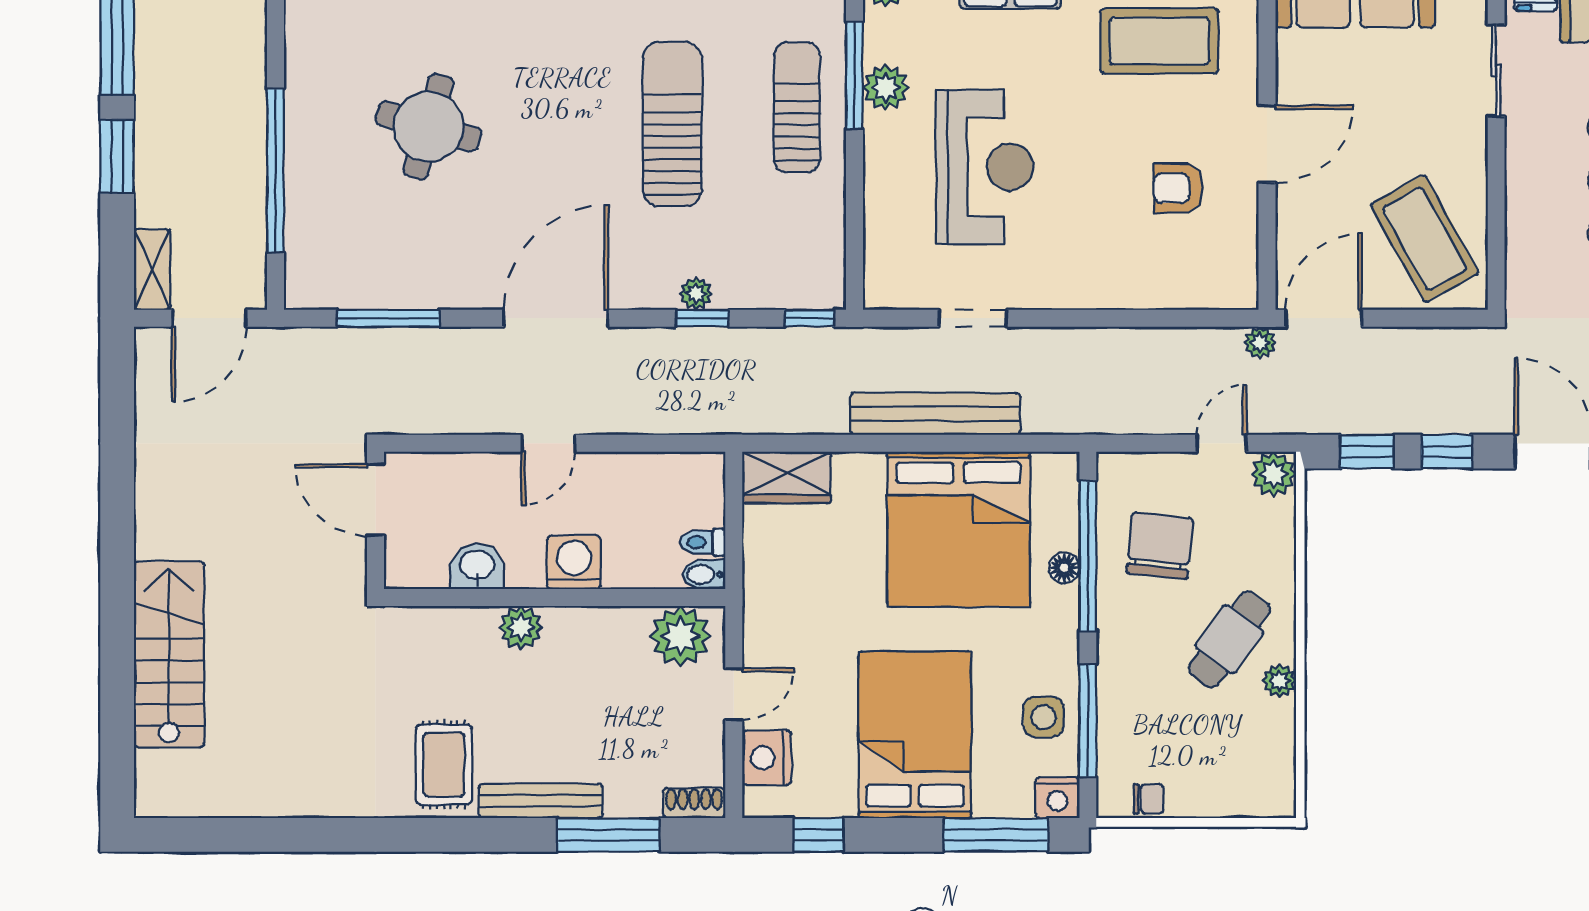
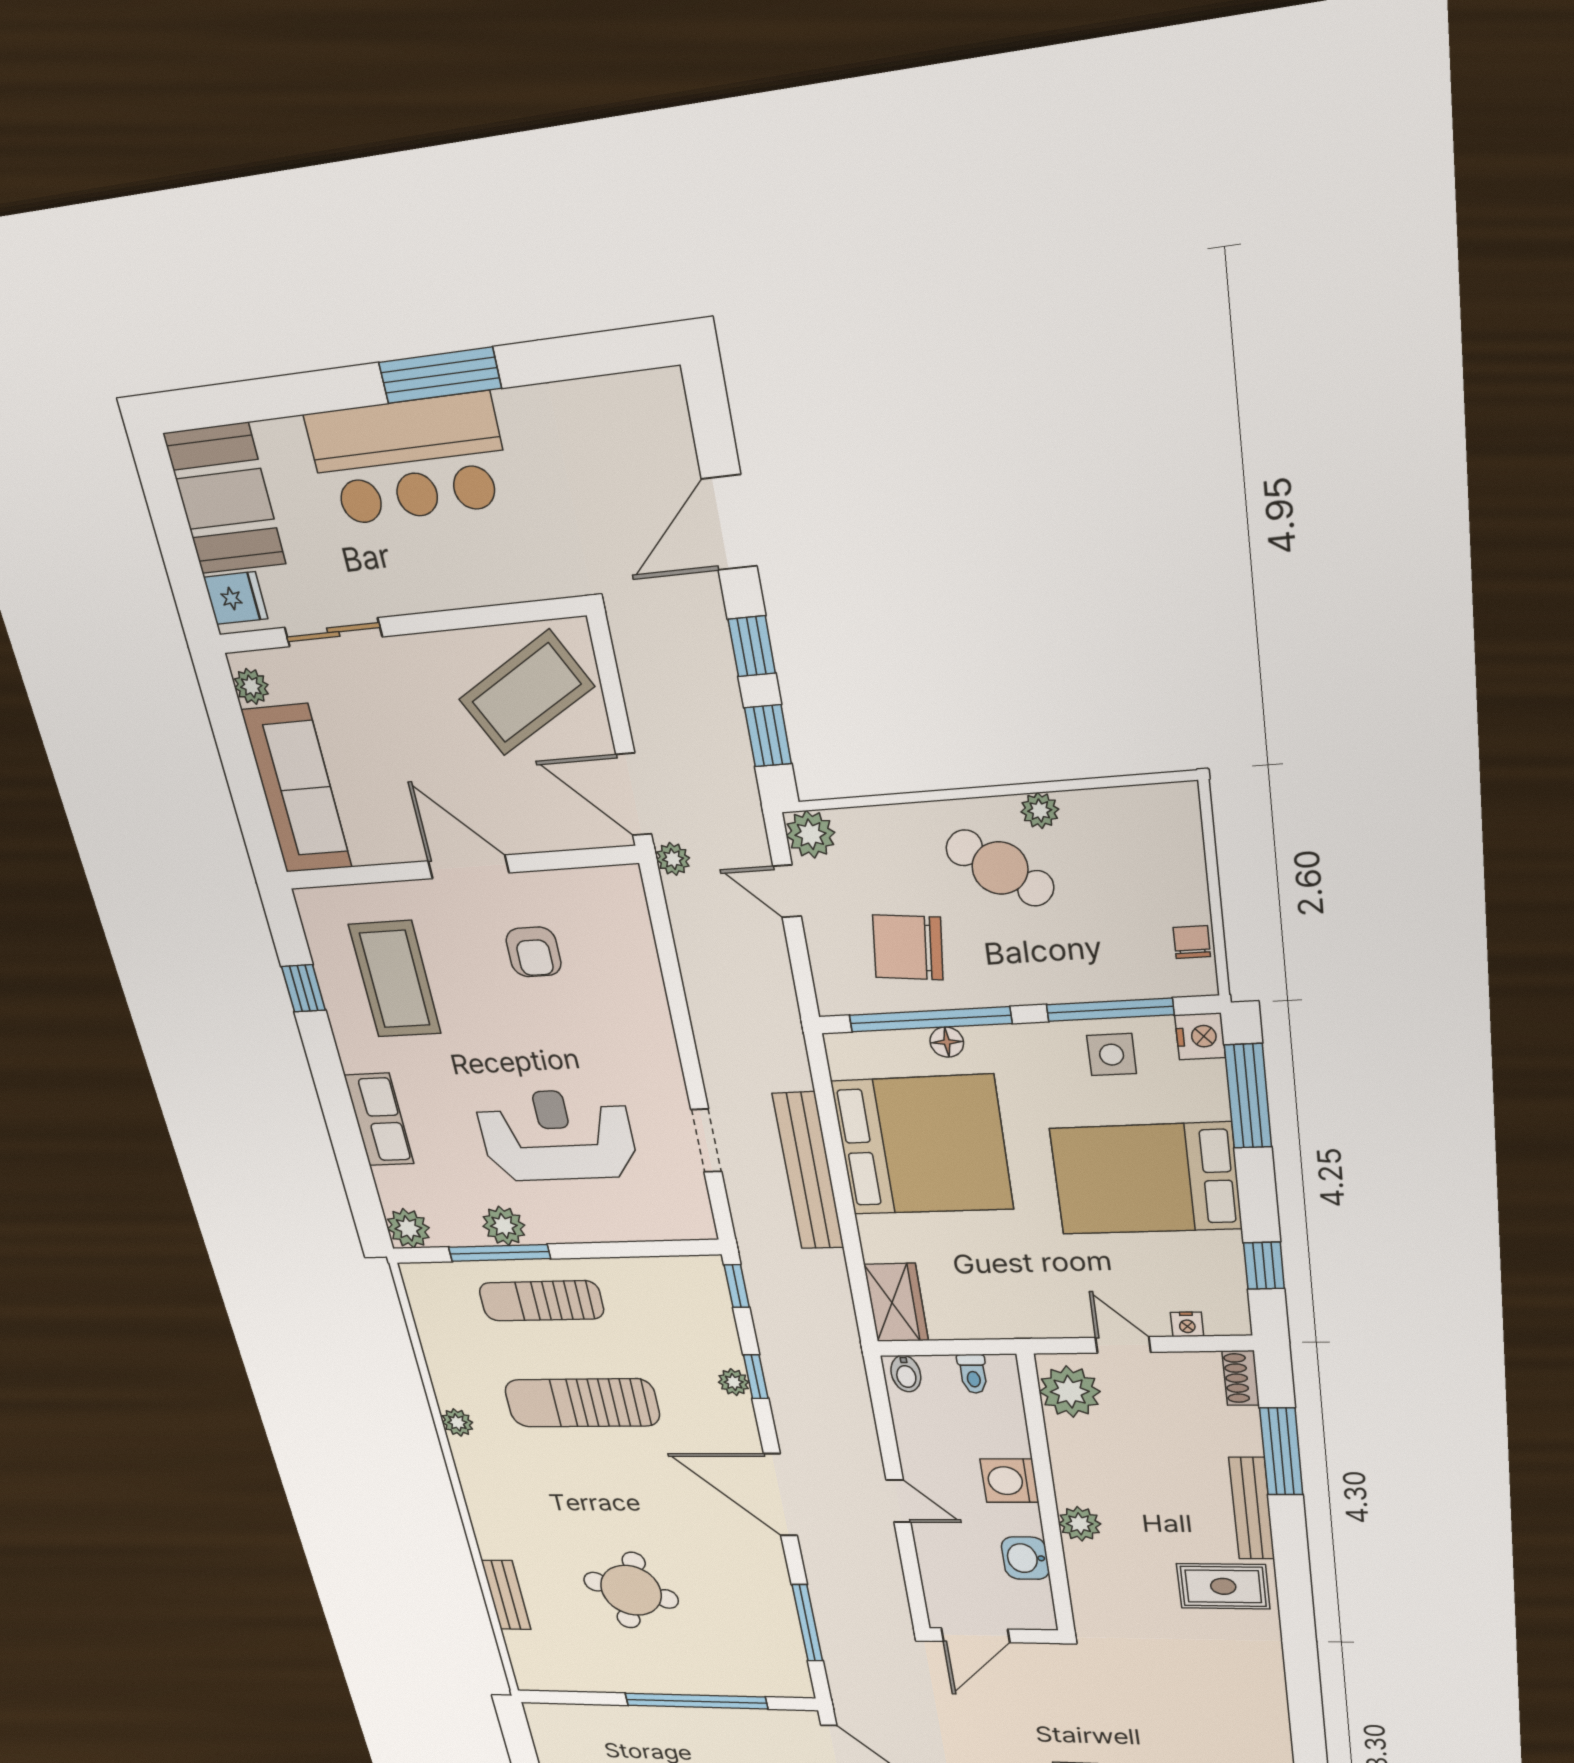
bidet: (704, 574) -> (906, 1374), moved
nightstand: (767, 758) -> (1187, 1324), width x0.53, depth x0.56

